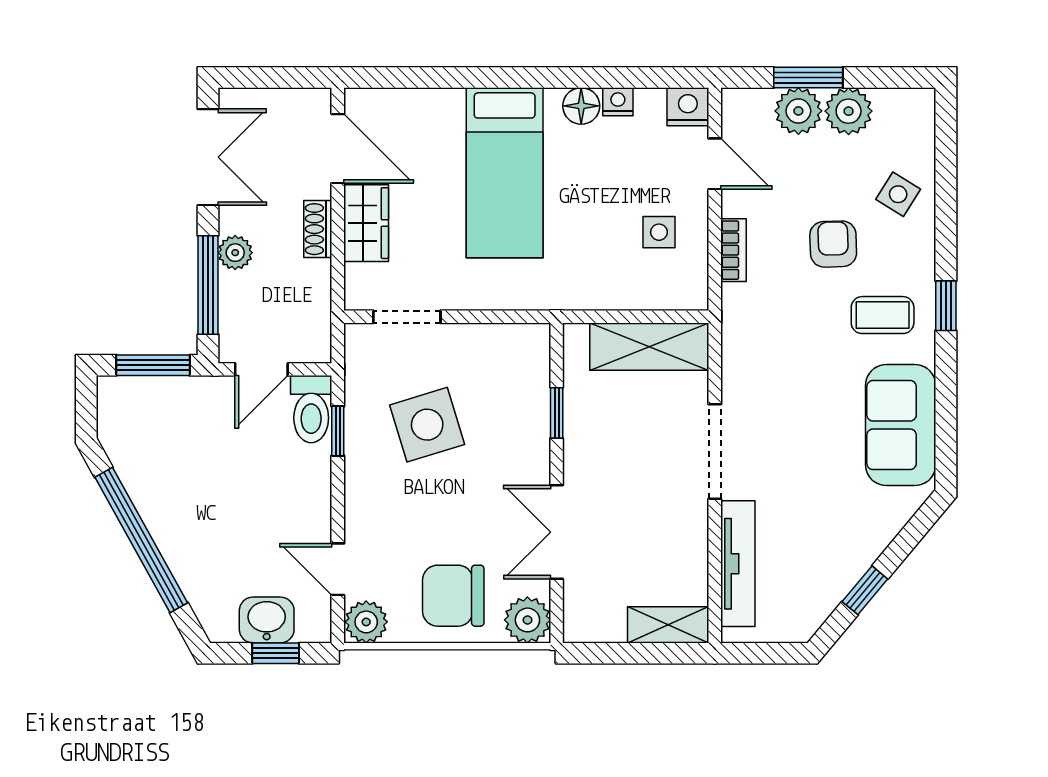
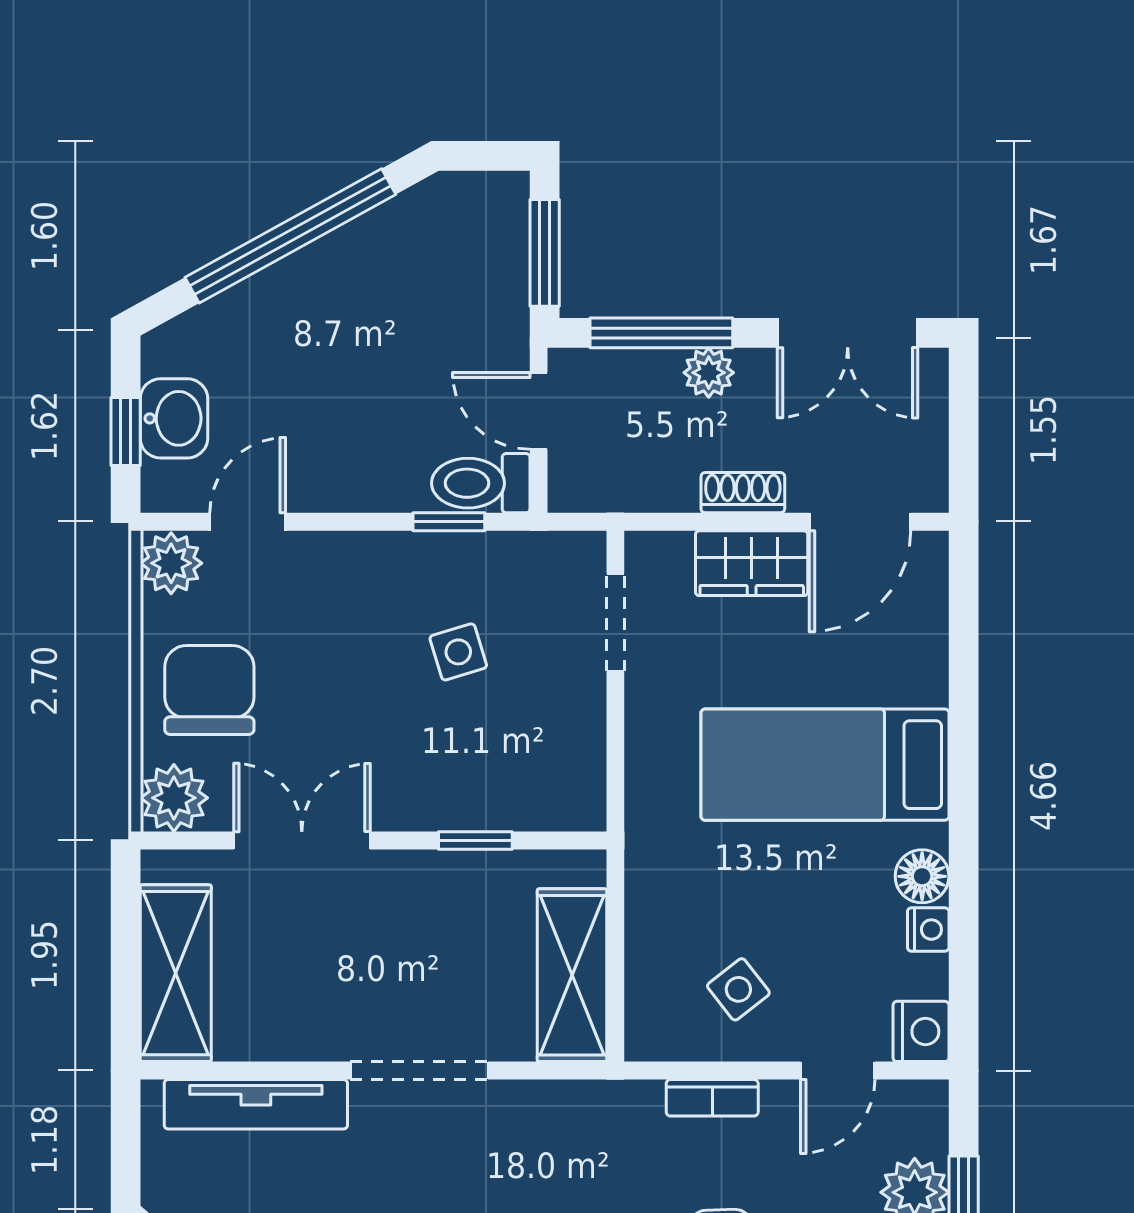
side table: (659, 232) -> (738, 989), turned -38
side table: (427, 425) -> (458, 652), width x0.54, depth x0.54
shelving: (668, 625) -> (176, 973), width x1.50, depth x1.33

